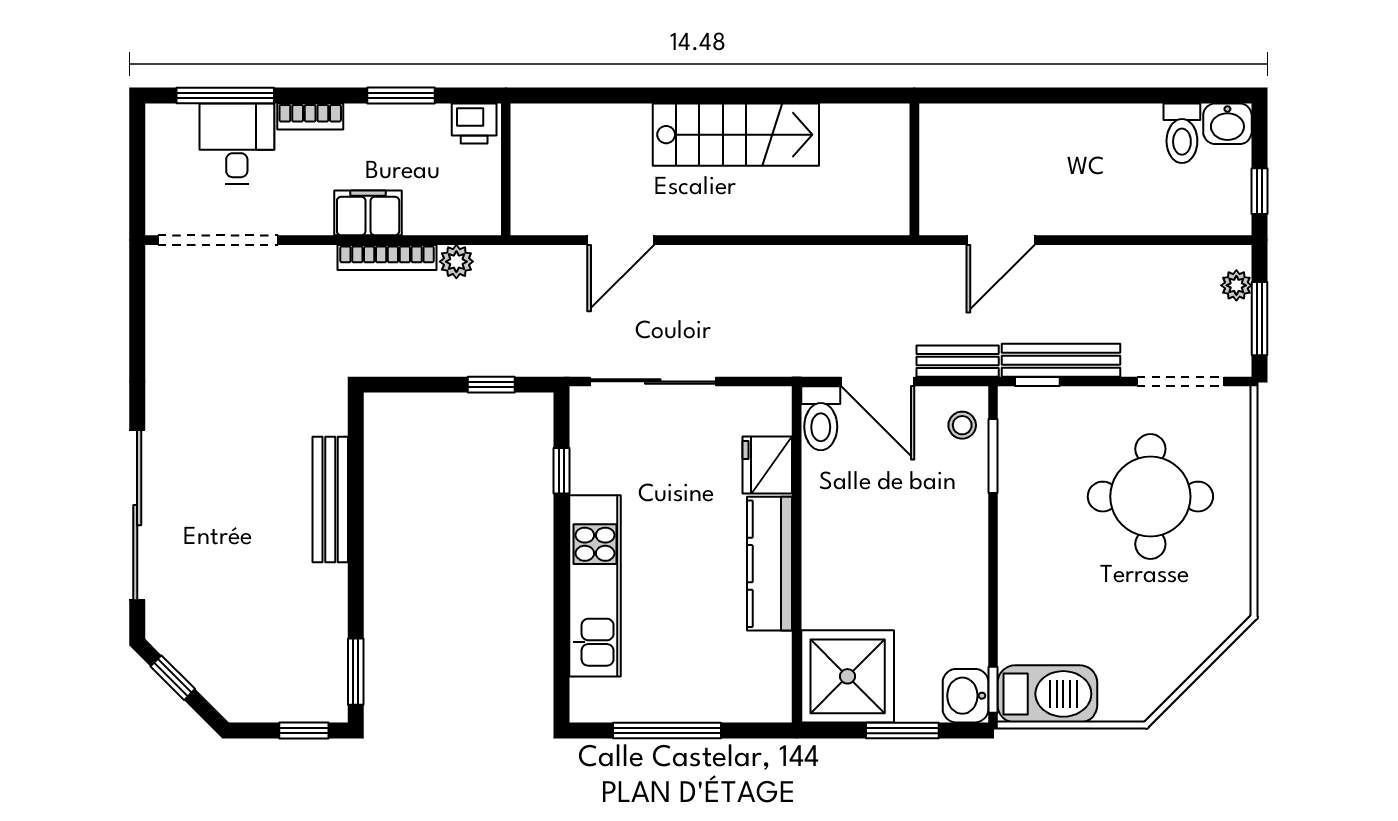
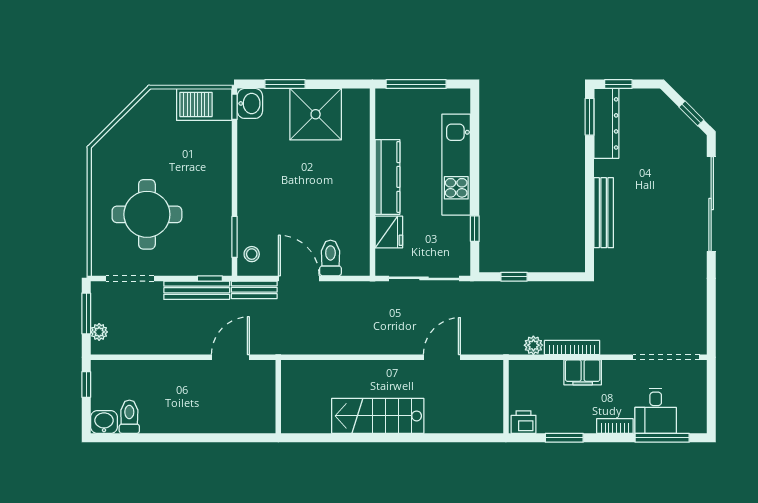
fridge: (767, 465) -> (389, 232), moved
wall: (797, 554) -> (372, 182), moved
kitchen counter: (770, 564) -> (387, 177), moved
dresser: (325, 660) -> (606, 123), added

